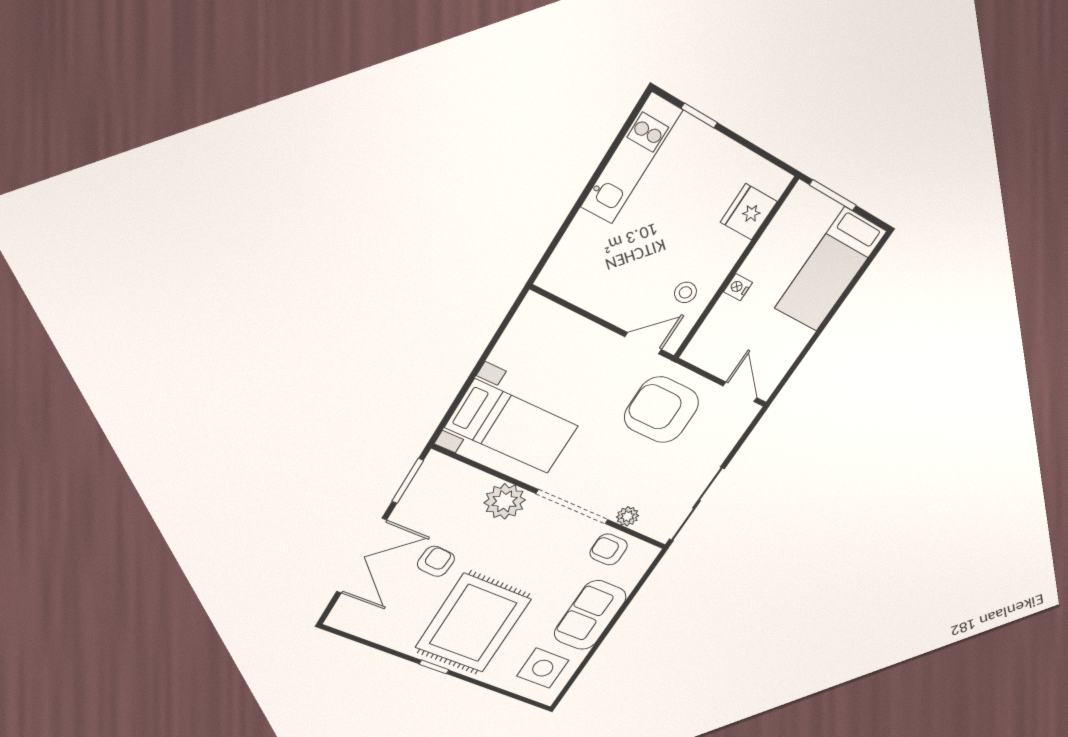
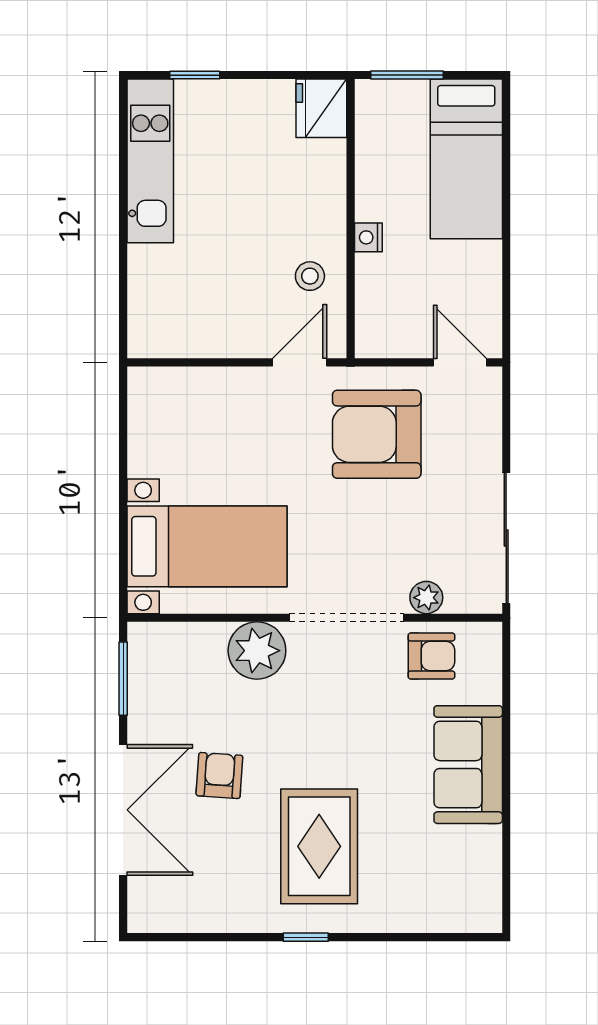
fridge: (749, 212) -> (321, 108), moved
armchair: (609, 549) -> (431, 656), turned 180
rug: (473, 623) -> (319, 846), width x0.73, depth x0.69
side table: (543, 668) -> (454, 875), removed

